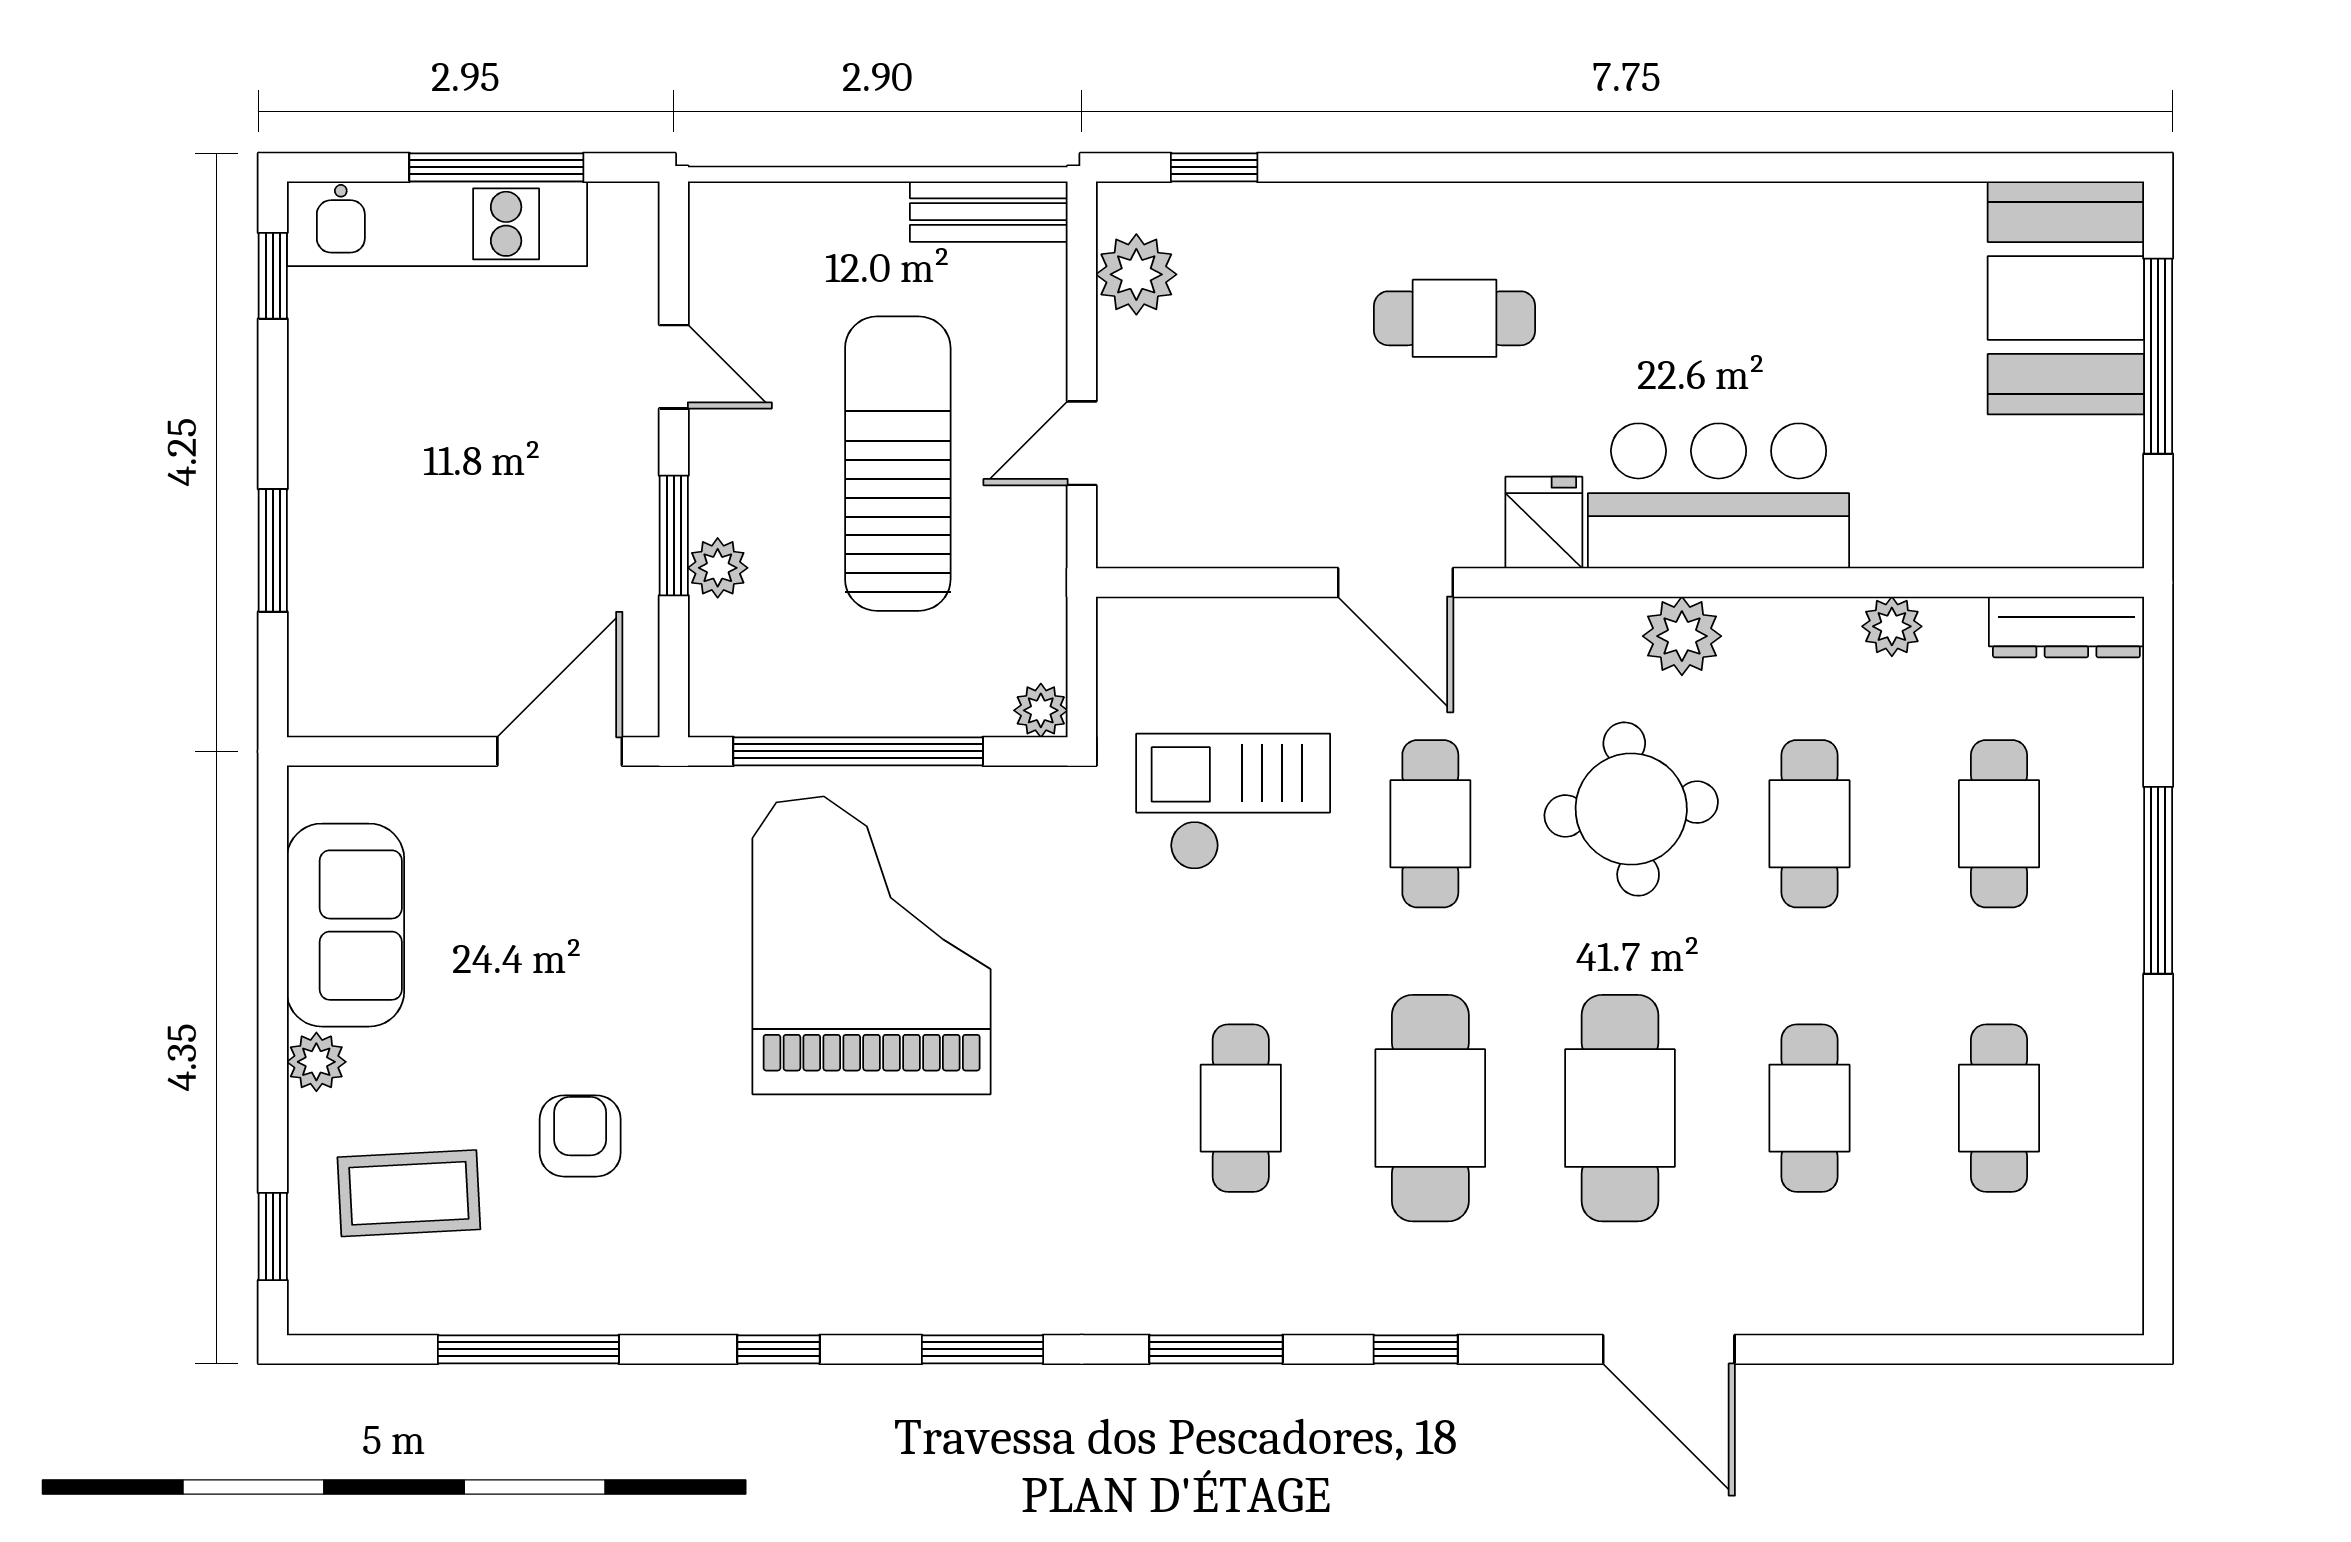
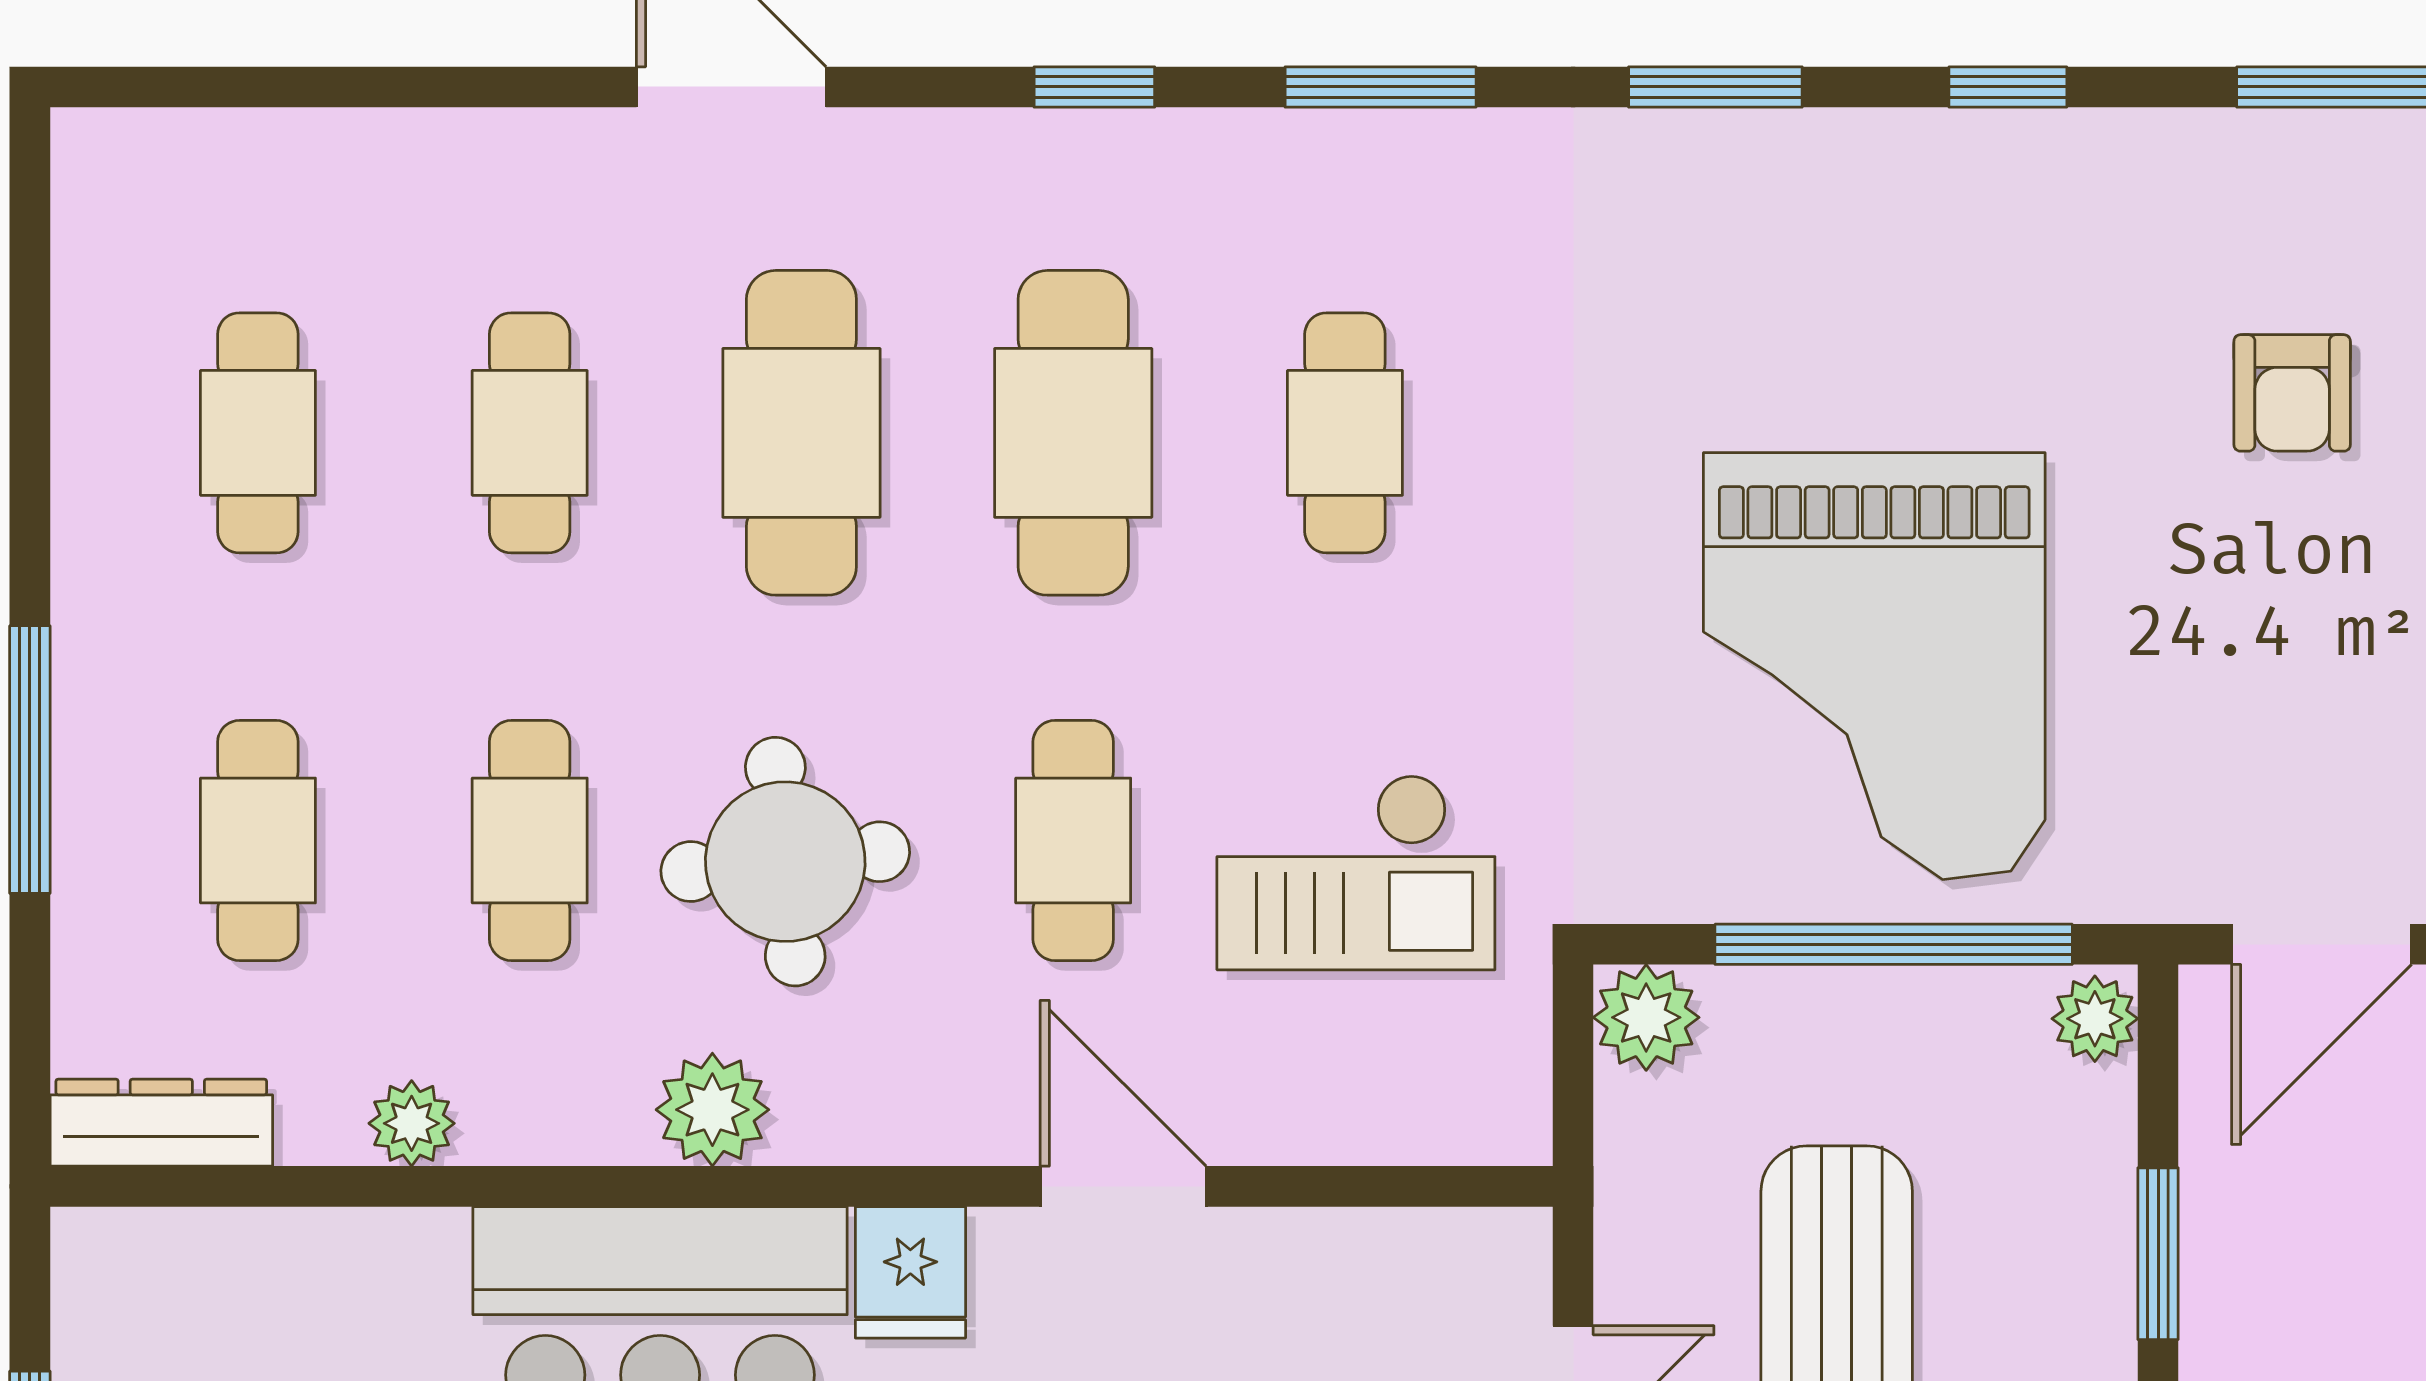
plant: (718, 568) -> (2095, 1019), moved
plant: (1041, 710) -> (1646, 1017), width x1.38, depth x1.38

